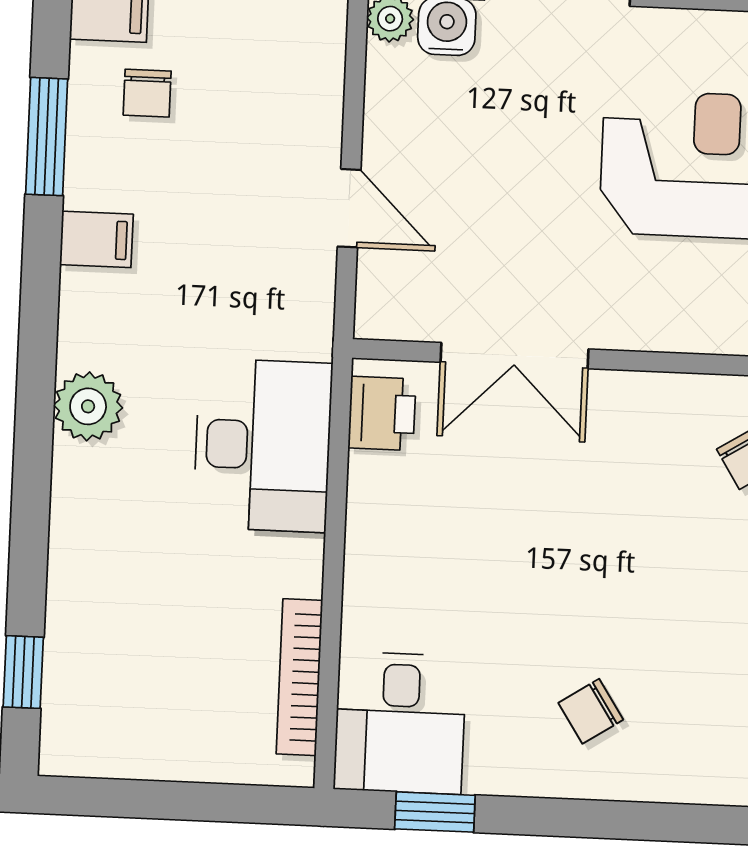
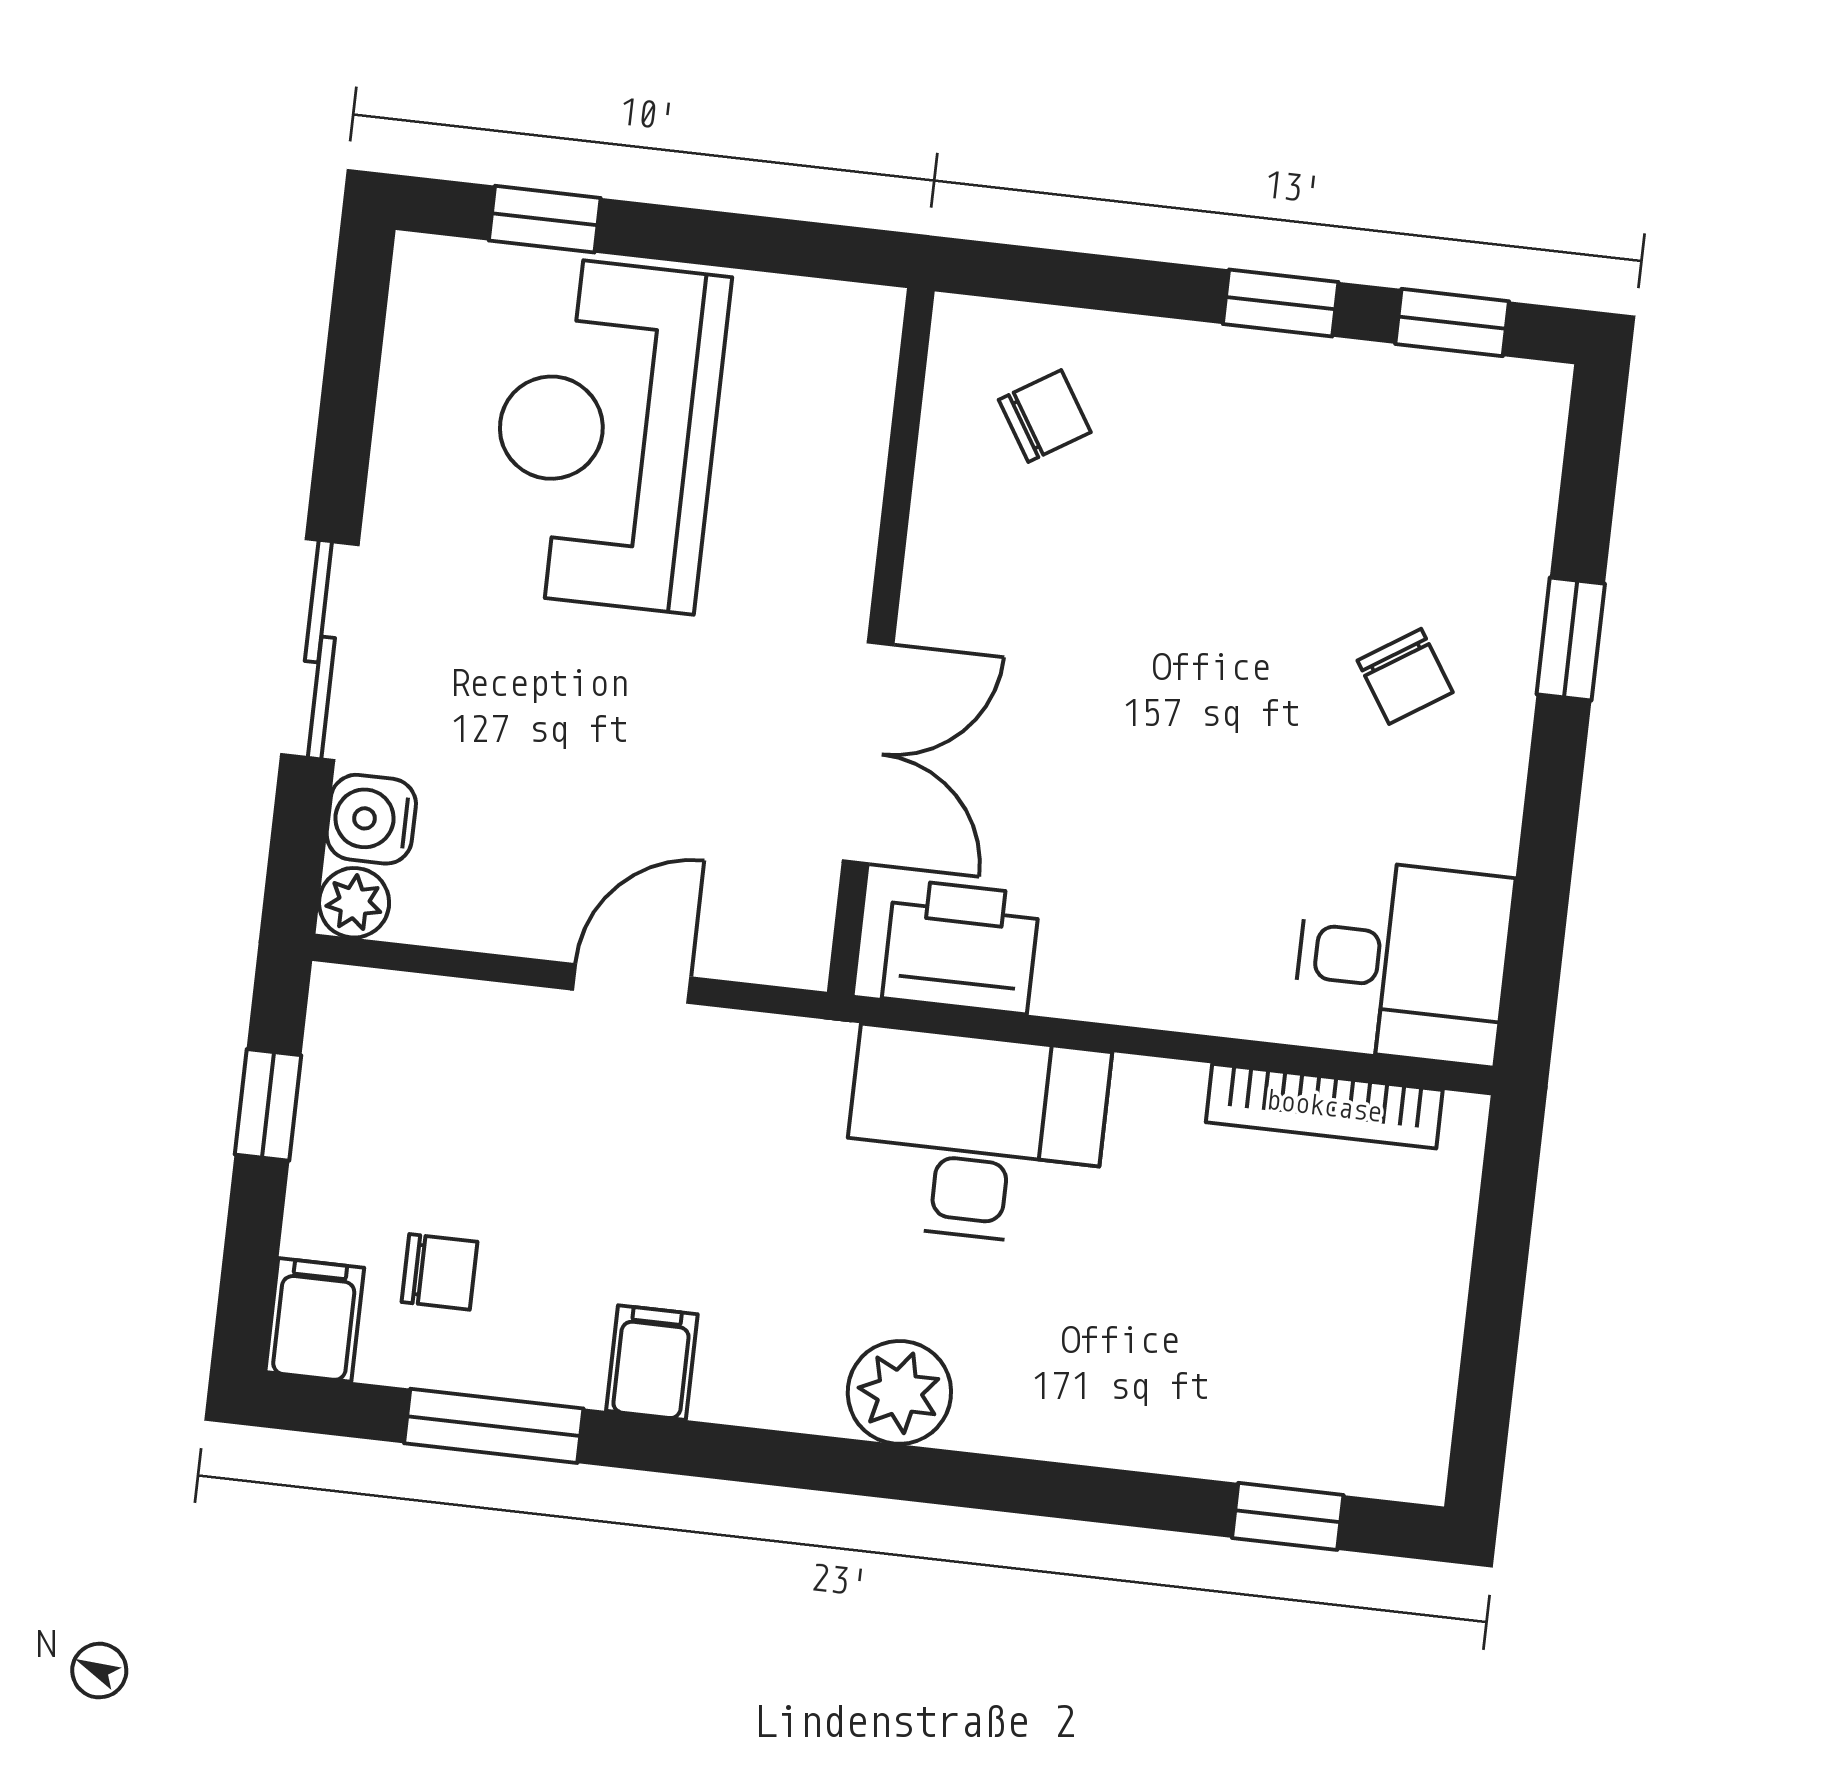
printer: (382, 413) -> (961, 946), width x1.36, depth x1.24
window: (435, 812) -> (1571, 639), moved

